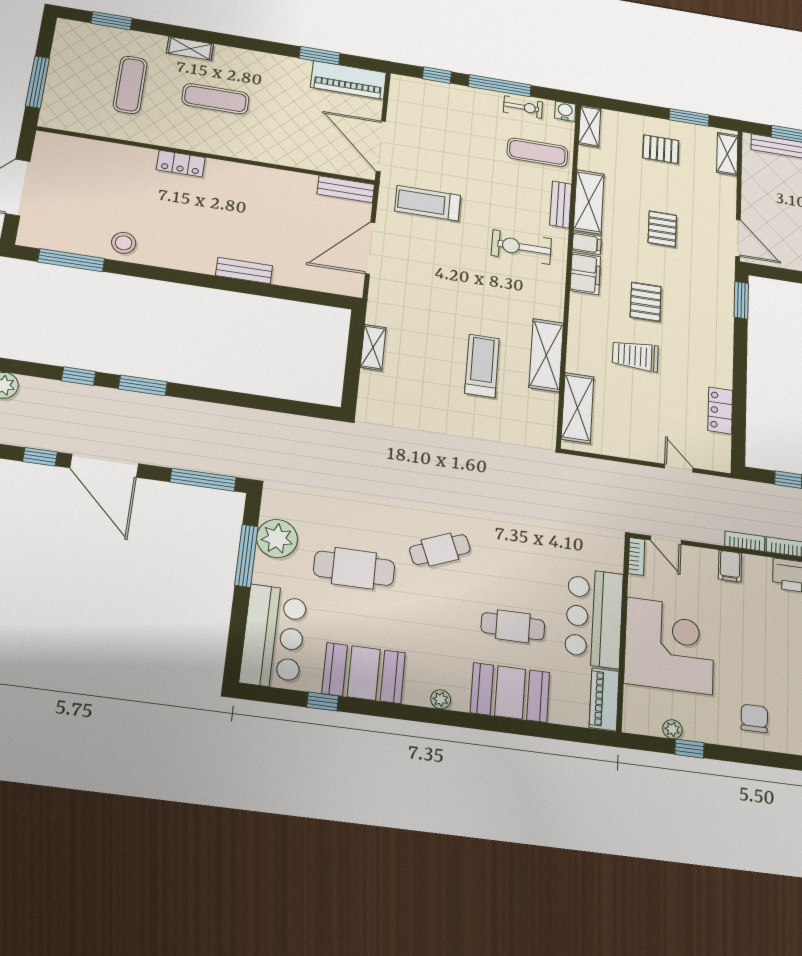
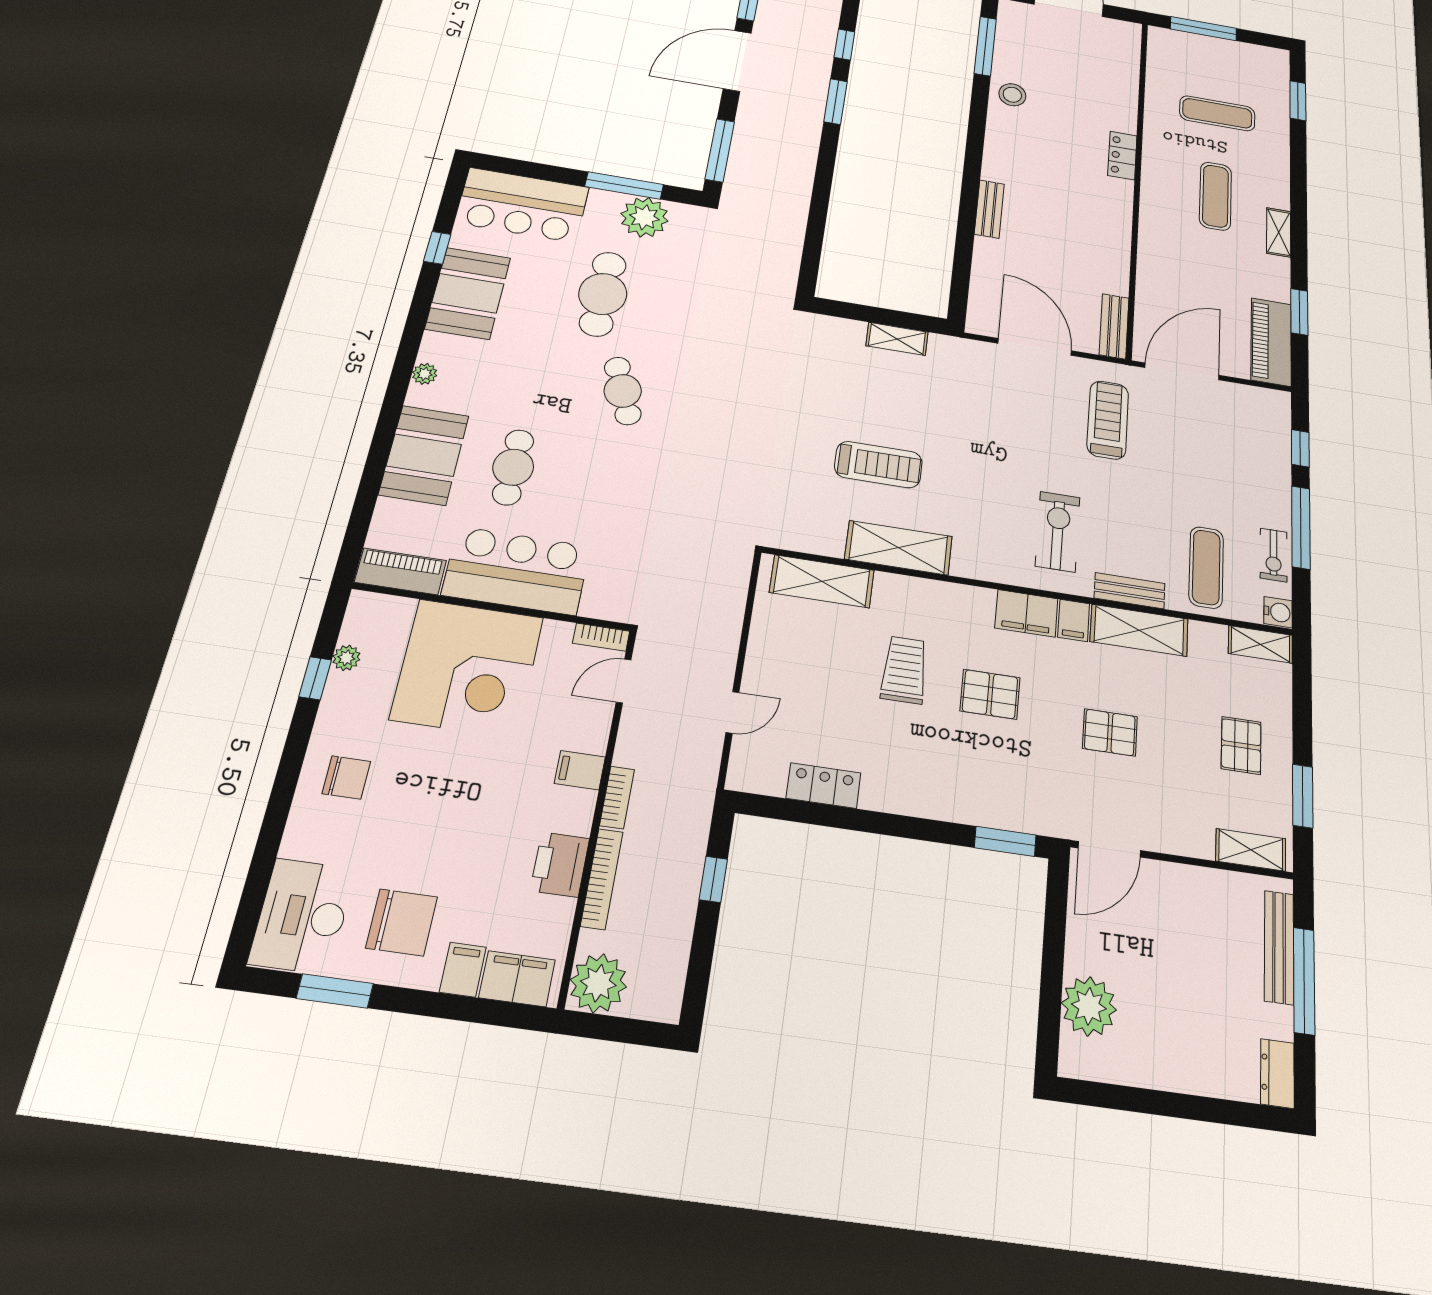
shelving: (190, 48) -> (1279, 232), moved

